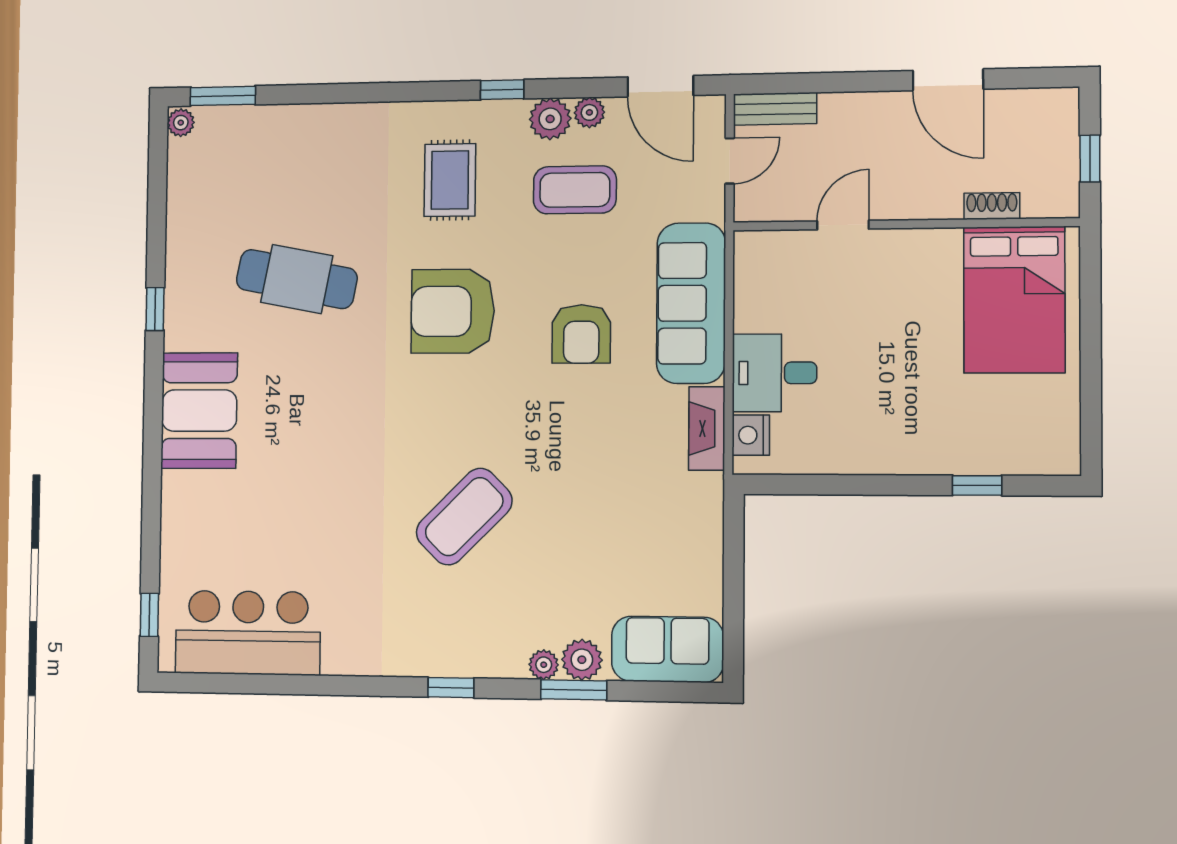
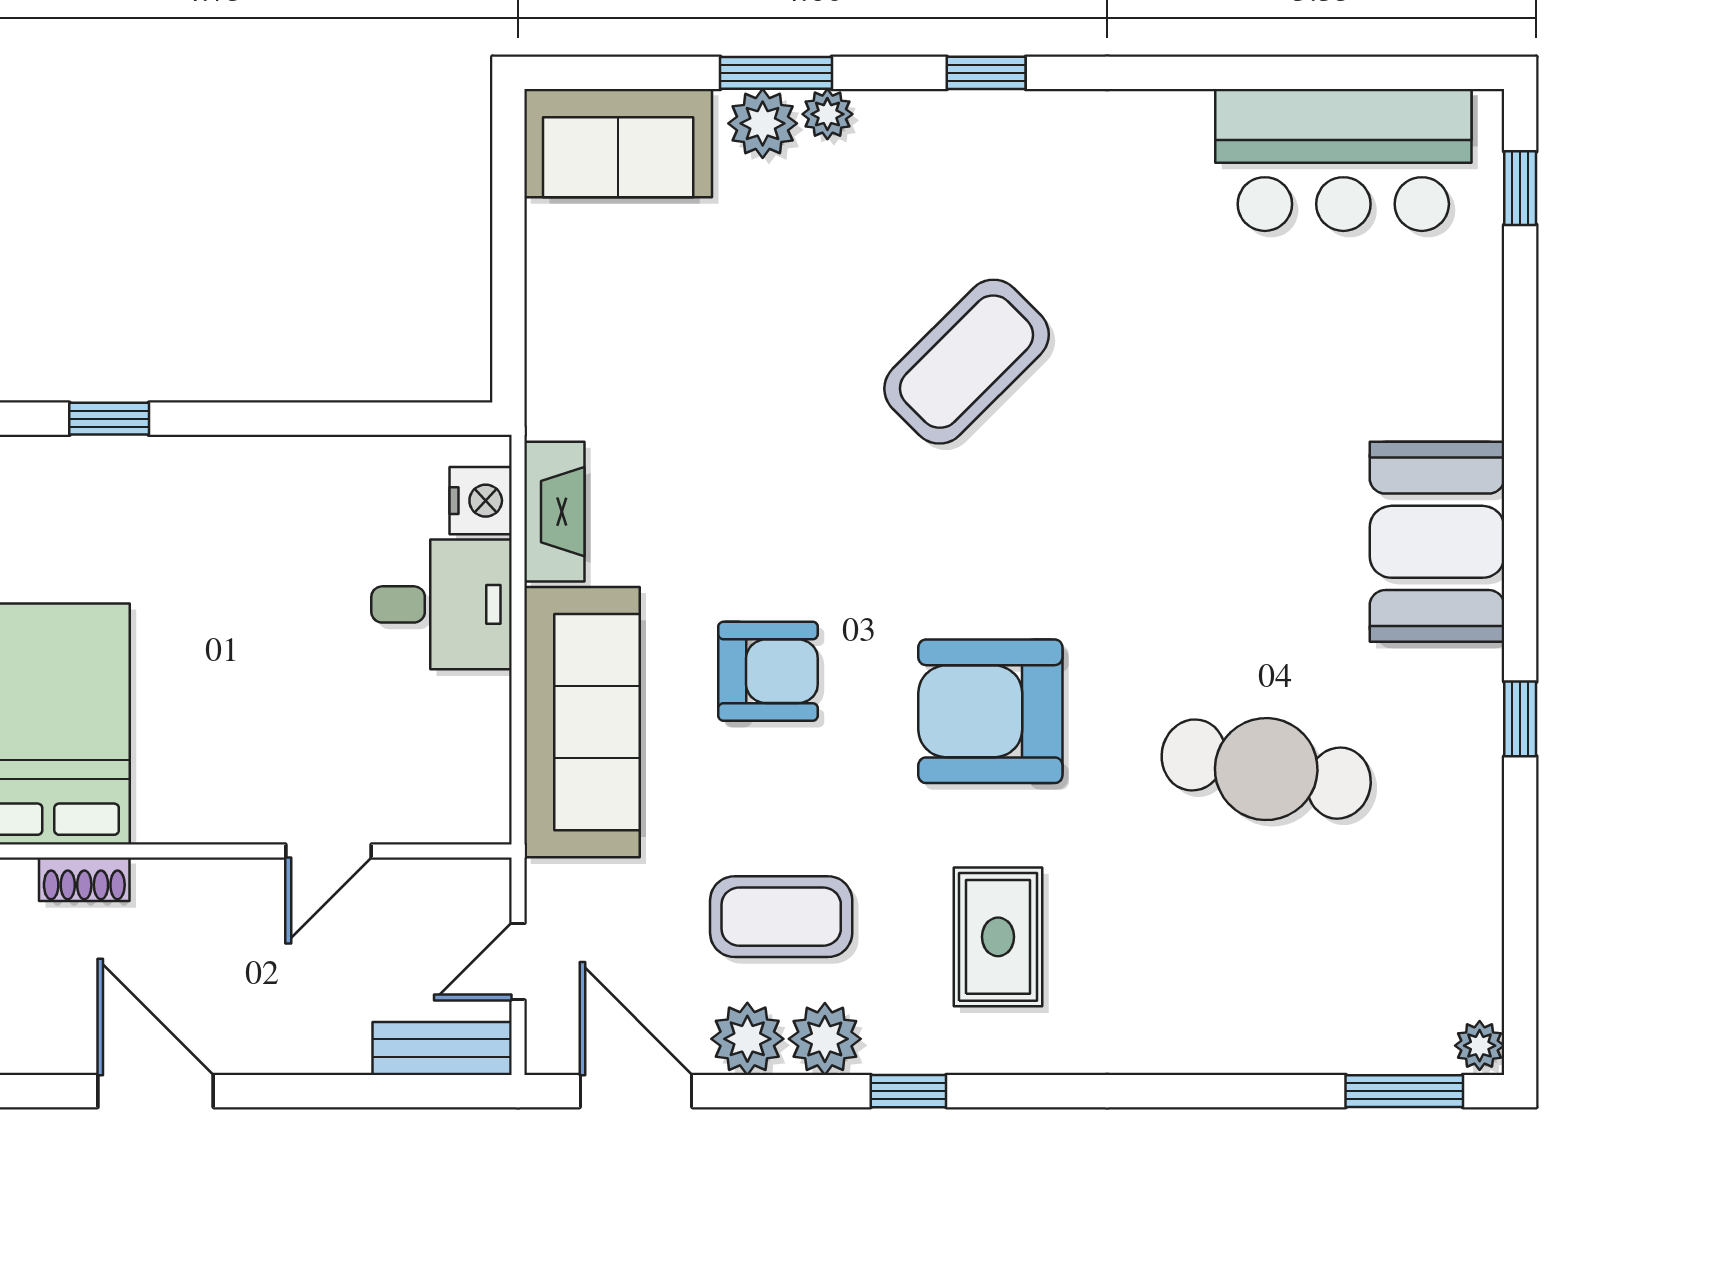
plant: (589, 112) -> (747, 1039), width x1.38, depth x1.38
armchair: (453, 311) -> (990, 711), turned 180
armchair: (581, 334) -> (768, 671), turned 90

